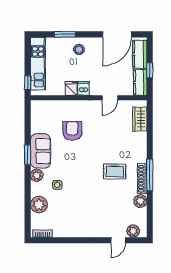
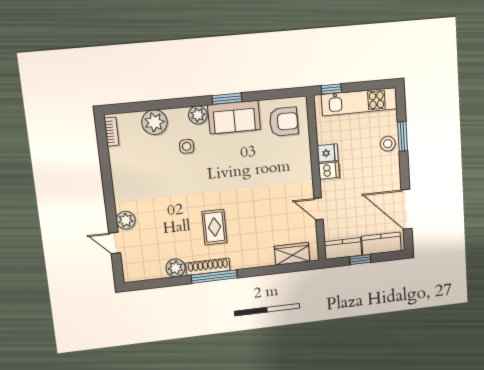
stool: (79, 49) -> (388, 144), moved
armchair: (72, 131) -> (284, 122), moved
plant: (133, 231) -> (126, 220), moved

